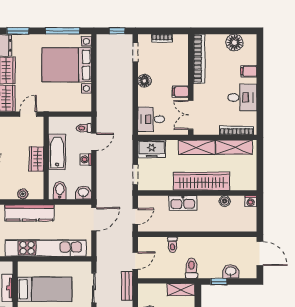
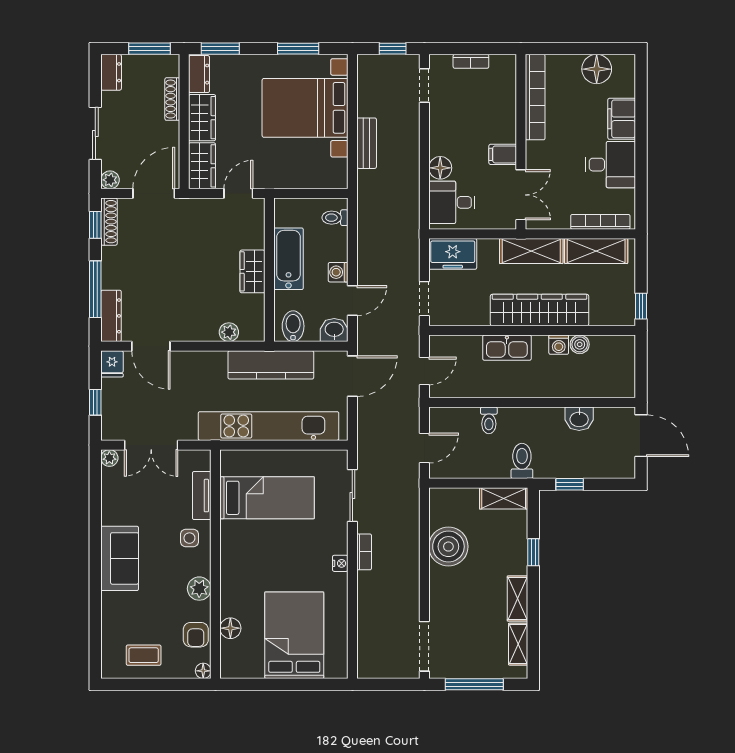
window: (63, 31) -> (298, 49), width x0.69
filing cabinet: (249, 71) -> (622, 119), width x2.00
floor lamp: (144, 81) -> (440, 168), moved
double door: (191, 115) -> (521, 195), swing flipped
door: (94, 142) -> (352, 300), moved
window: (260, 179) -> (641, 306), added
washing machine: (251, 201) -> (559, 345), moved
kitchen counter: (29, 213) -> (271, 365), moved
washbasin: (231, 271) -> (579, 419), moved, turned 180
bench: (127, 286) -> (367, 143), moved

